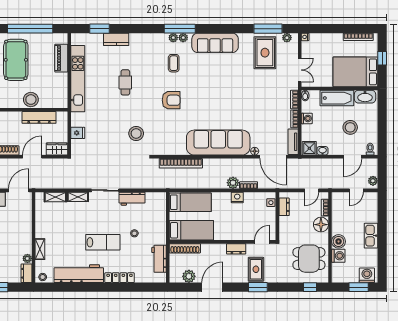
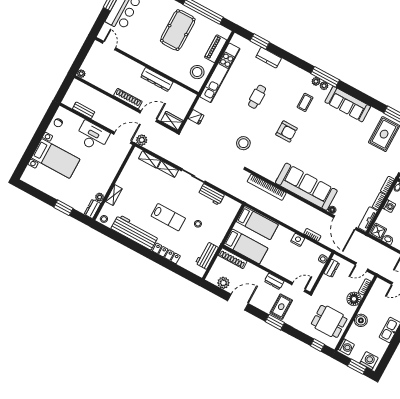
stool: (31, 100) -> (197, 72), moved
dresser: (39, 117) -> (157, 79), moved
plant: (233, 183) -> (142, 140), moved
washing machine: (338, 256) -> (346, 347), moved

